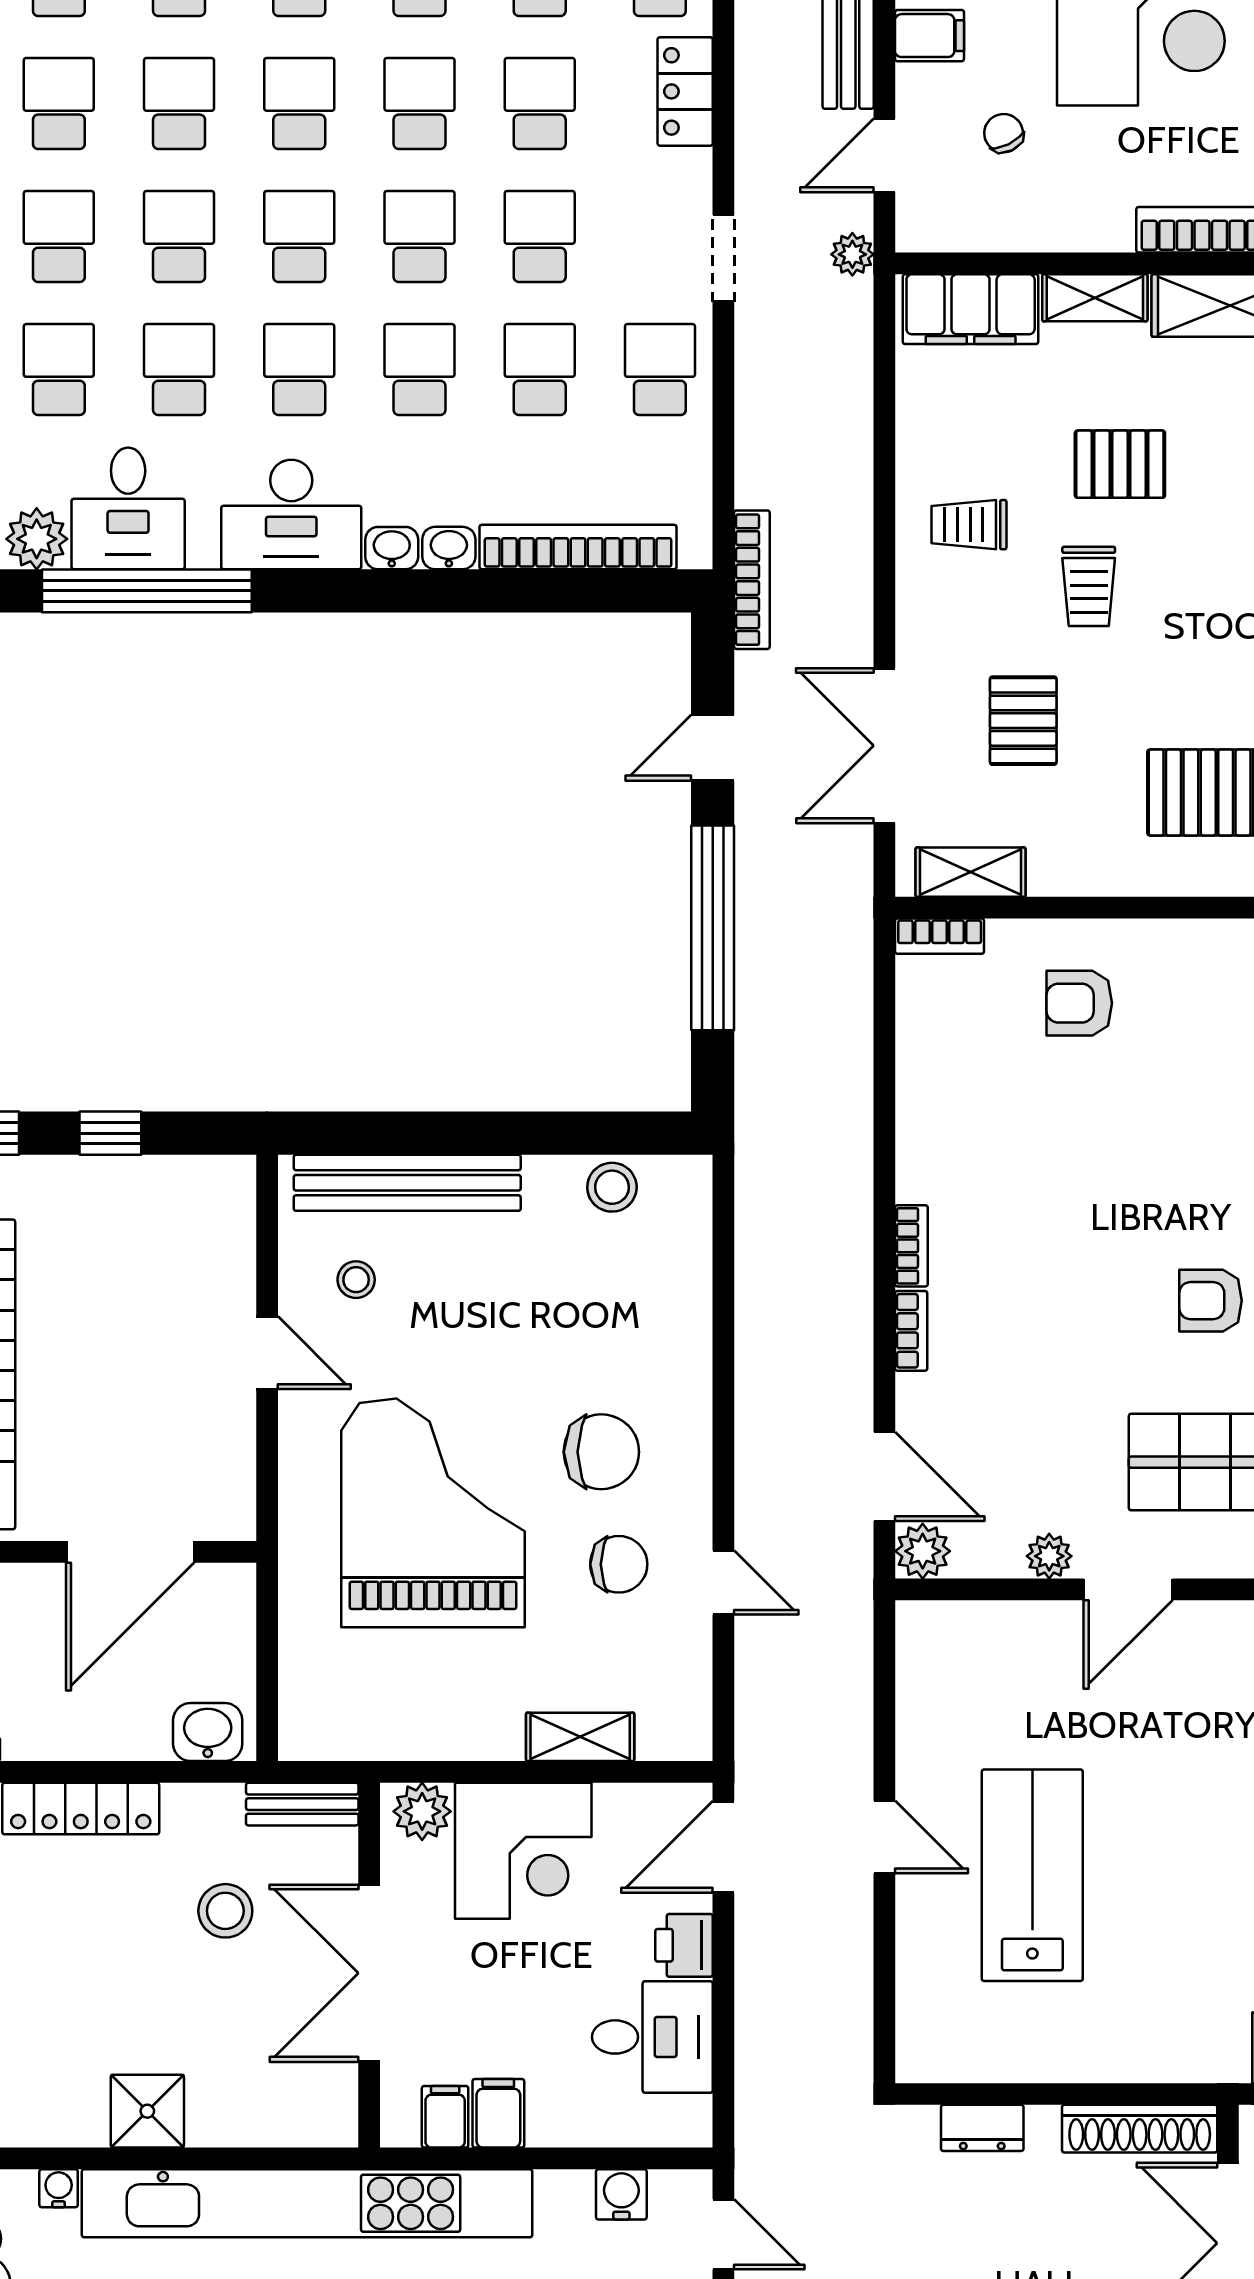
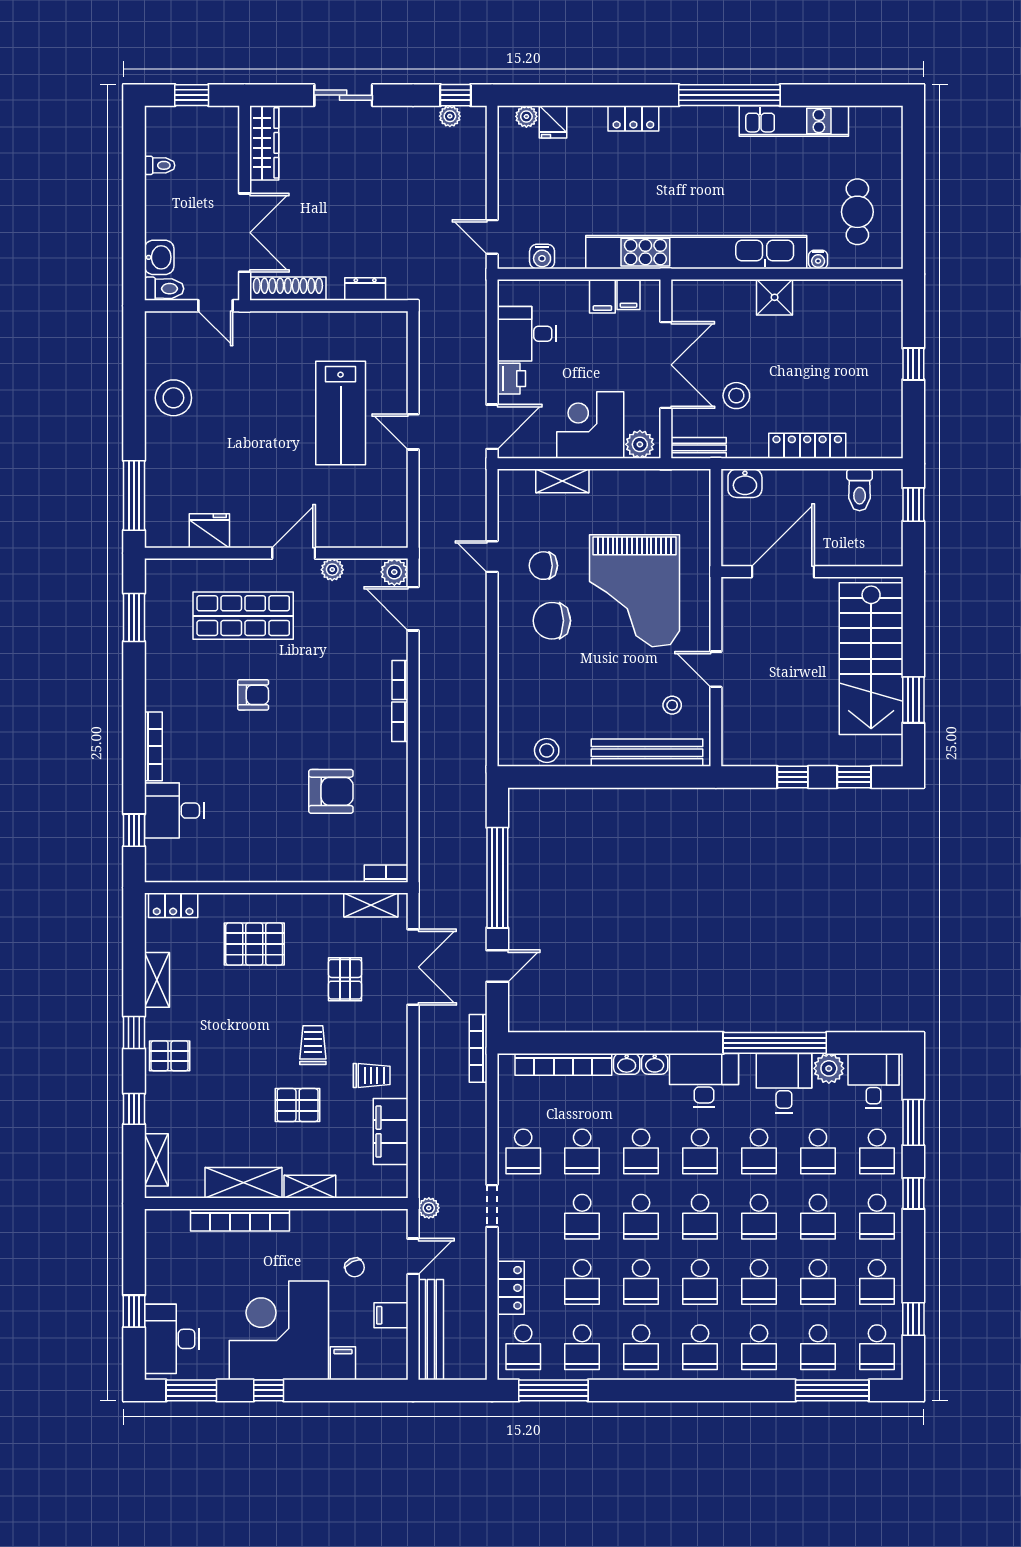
filing cabinet: (971, 309) -> (391, 1131), moved, turned -90
armchair: (1079, 1003) -> (331, 791), moved, width x1.38, depth x1.38

